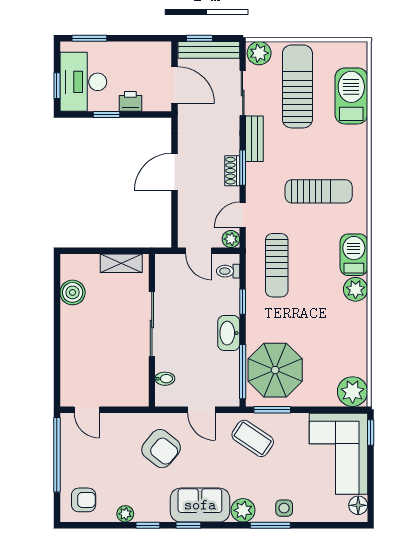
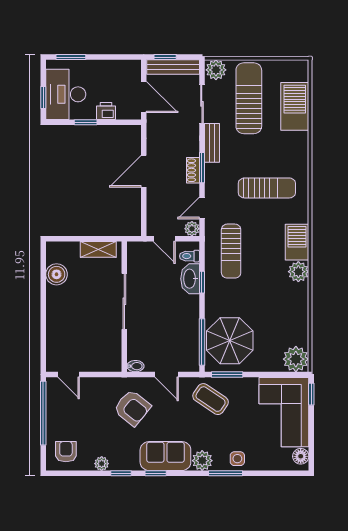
washbasin: (229, 333) -> (190, 279), moved
bidet: (165, 379) -> (135, 366), moved
armchair: (84, 500) -> (66, 452), turned -90

